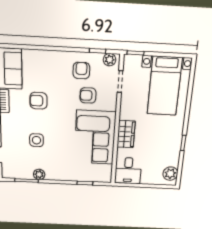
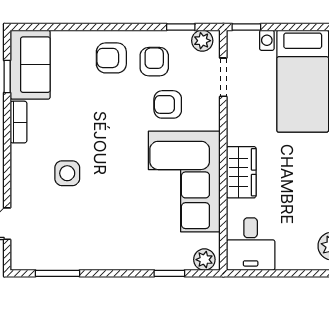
armchair: (39, 101) -> (111, 58), moved
side table: (36, 140) -> (67, 173), moved
plant: (39, 174) -> (204, 260), moved

